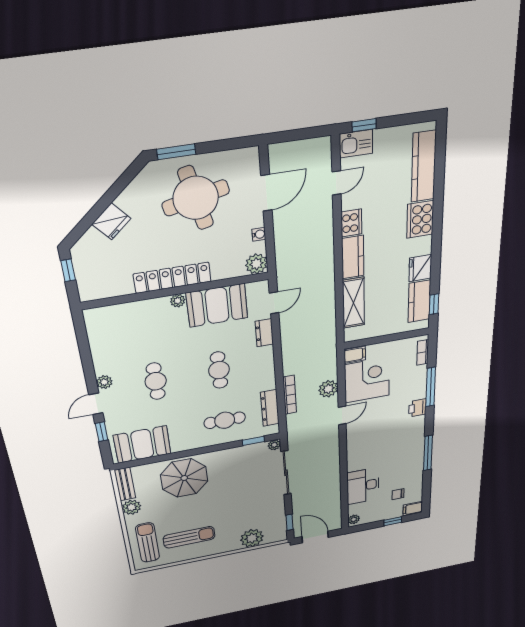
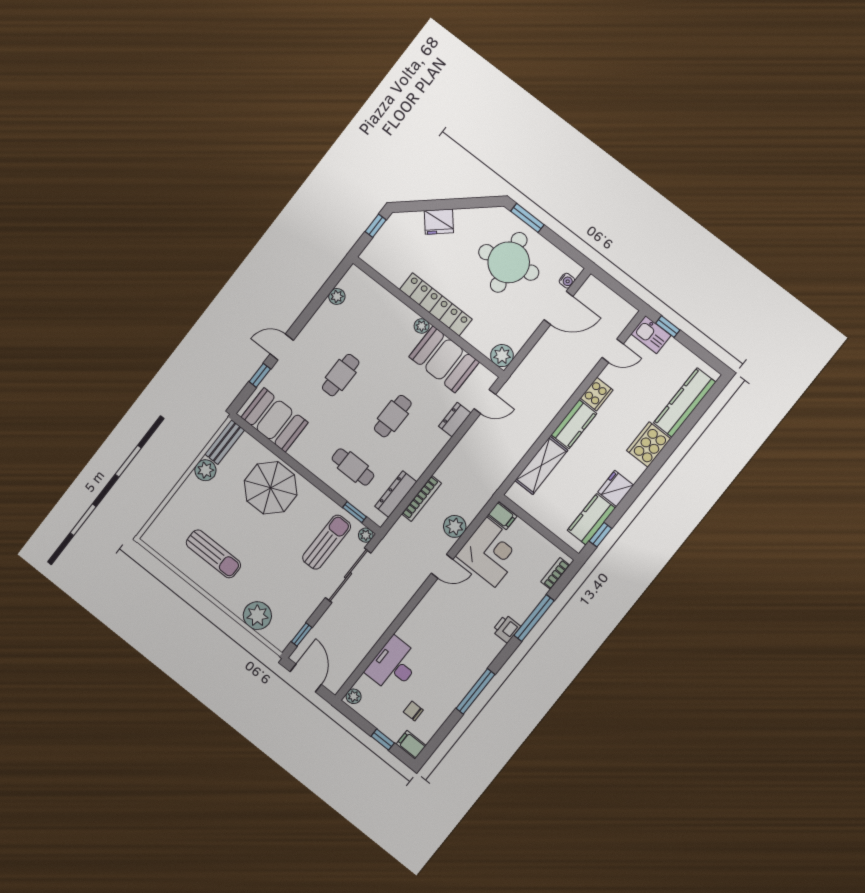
water cooler: (259, 234) -> (567, 281), moved
plant: (104, 382) -> (337, 296), moved
sun lounger: (148, 543) -> (327, 542), moved

